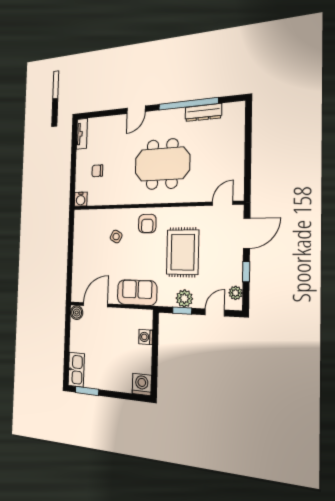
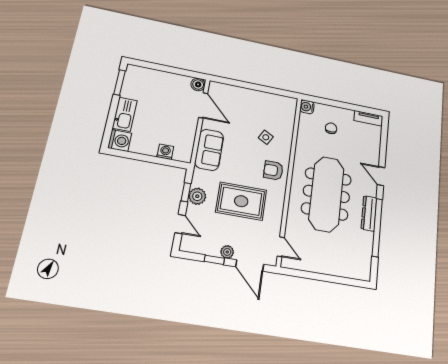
dresser: (203, 113) -> (369, 213), moved
meeting table: (162, 164) -> (326, 194), width x1.36
plant: (236, 293) -> (227, 252), moved
kitchen sink: (76, 370) -> (125, 114), moved, turned -90

